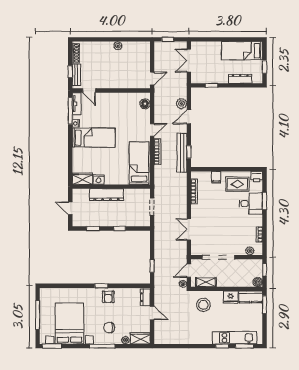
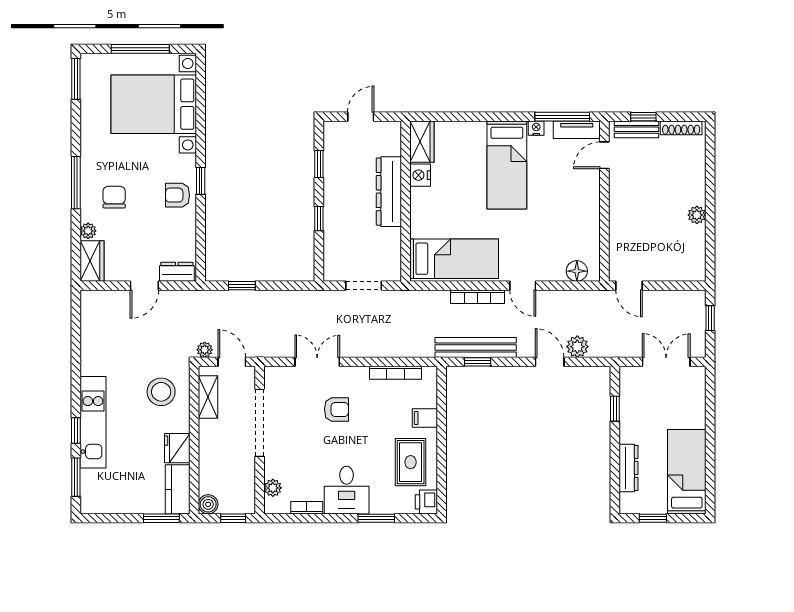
desk: (251, 204) -> (347, 490), moved
armchair: (212, 220) -> (336, 409), added
bed with nightstands: (69, 323) -> (154, 104), moved, turned 180
kitchen unit: (235, 338) -> (93, 422), moved

